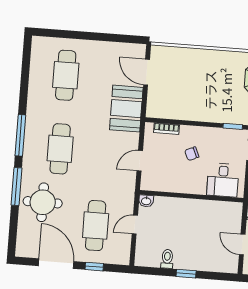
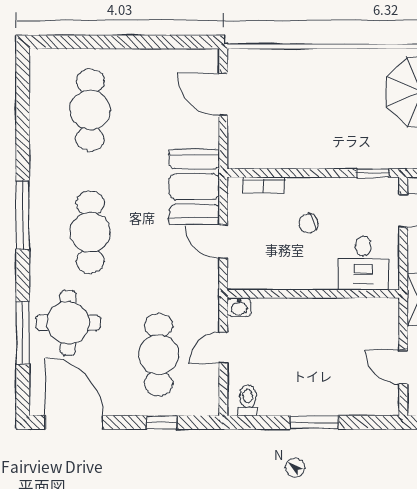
booth: (126, 109) -> (194, 187), moved
door: (140, 161) -> (223, 242), hinge flipped
window: (16, 186) -> (23, 333), moved
toilet: (167, 259) -> (248, 400), moved
door: (56, 264) -> (74, 422), moved
window: (186, 274) -> (314, 422), width x1.50

